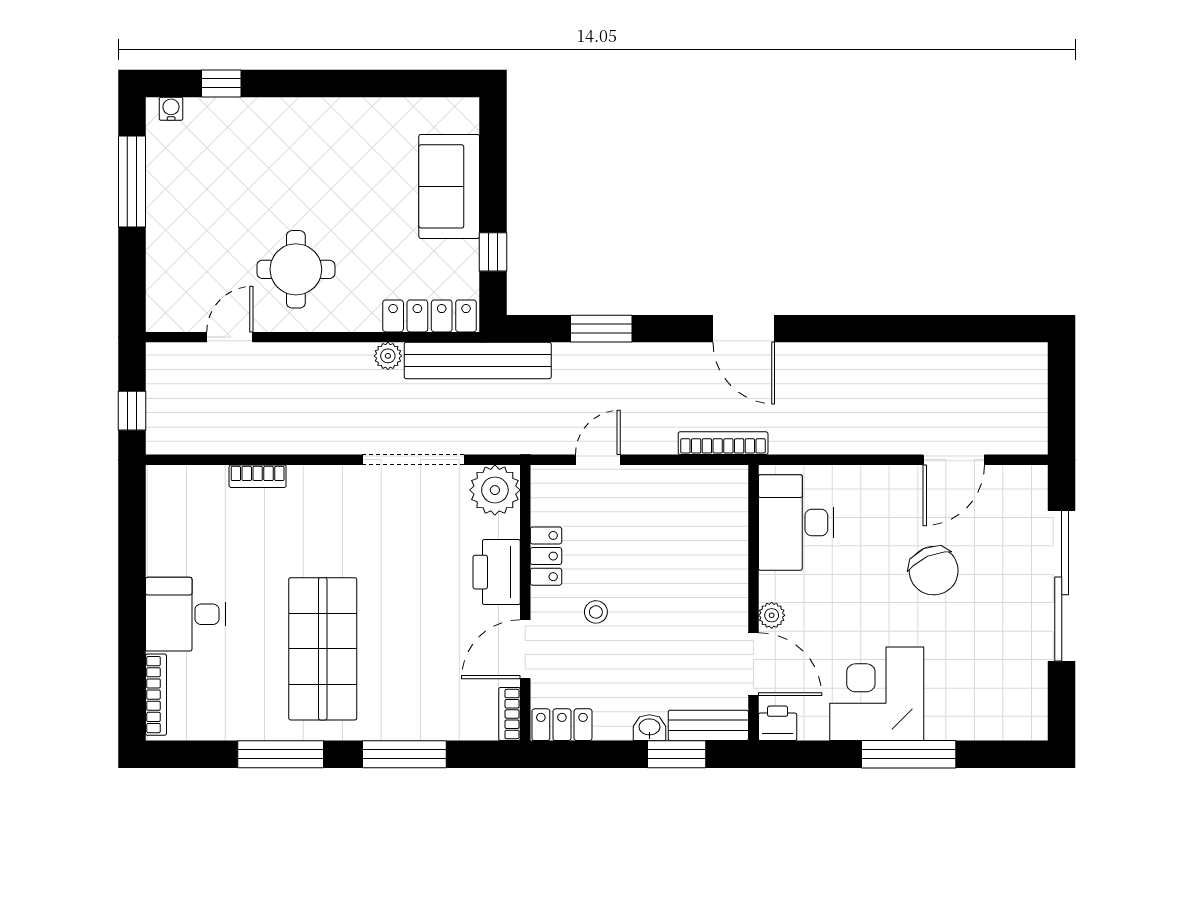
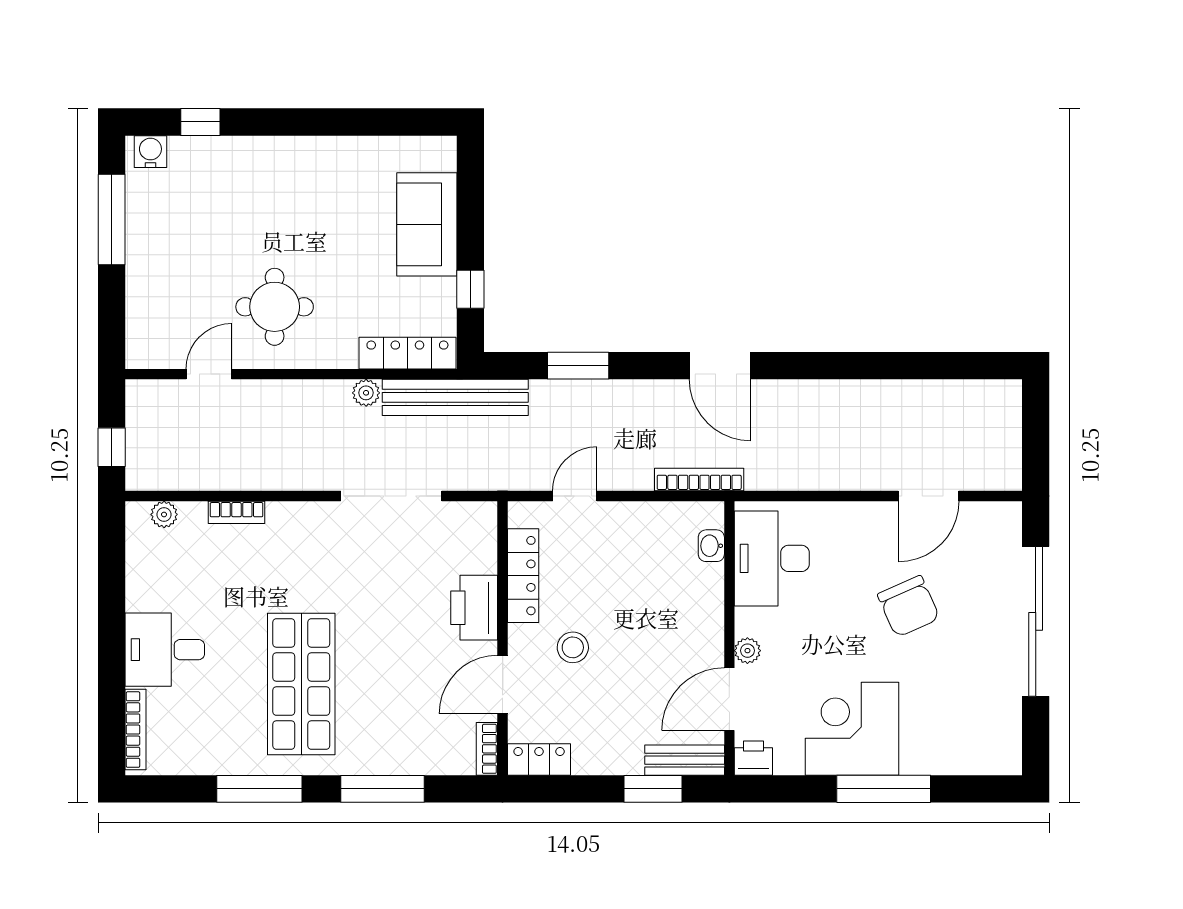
water cooler: (171, 109) -> (150, 152), width x1.38, depth x1.38
plant: (495, 490) -> (164, 514), moved, width x0.53, depth x0.53
locker: (546, 556) -> (523, 576), width x1.53
stool: (596, 612) -> (573, 647), width x1.37, depth x1.37
door: (753, 664) -> (729, 699), swing flipped
washbasin: (649, 728) -> (711, 546), moved, turned -90

